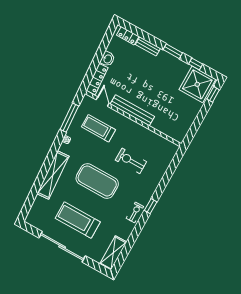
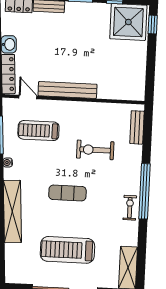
bench: (167, 160) -> (137, 127), added
exercise mat: (97, 181) -> (67, 193), width x0.50, depth x0.69
window: (151, 206) -> (144, 191), width x3.17

